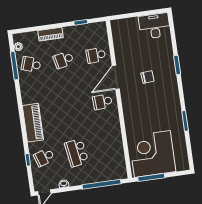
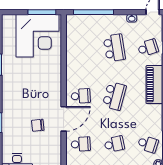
chair: (147, 77) -> (38, 125), moved
school desk: (70, 106) -> (114, 96), added

